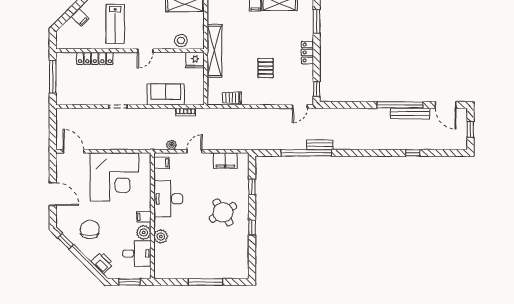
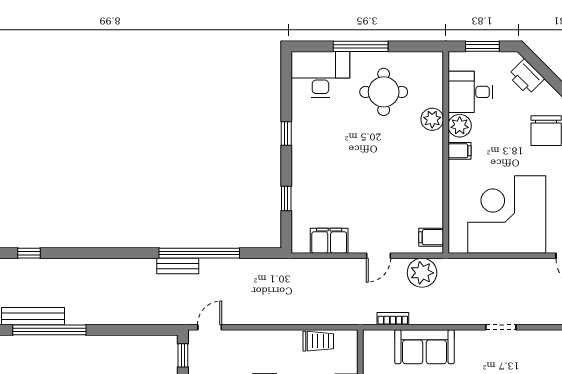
plant: (171, 145) -> (422, 273), width x1.87, depth x1.87
desk: (168, 199) -> (320, 74), moved, turned -90
round table: (223, 212) -> (384, 92), moved, turned 32

